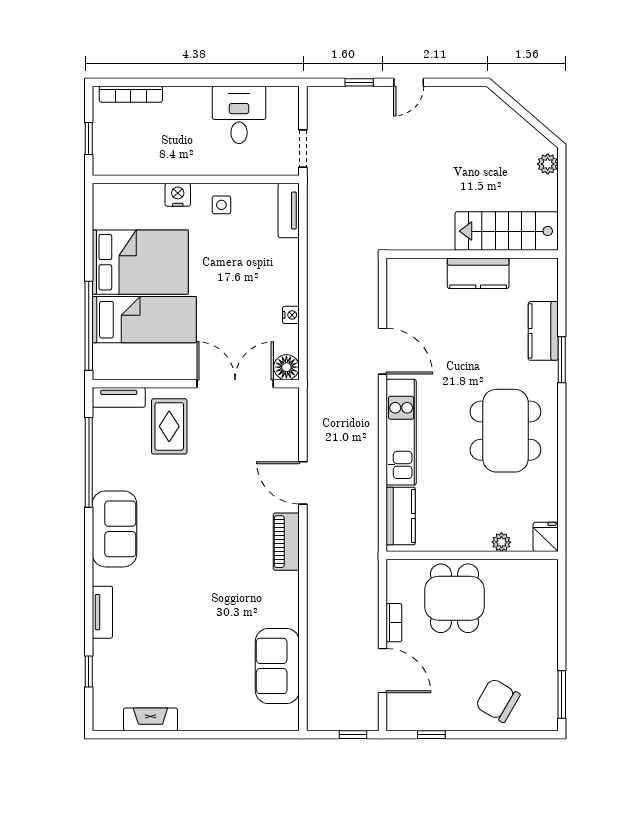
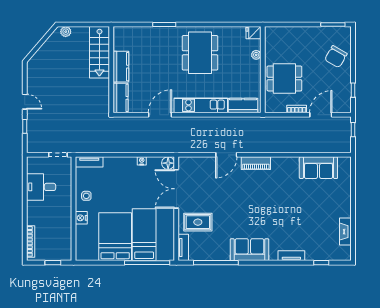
kitchen counter: (543, 331) -> (120, 98), moved, turned -90
dining table: (505, 431) -> (200, 53), turned 90

